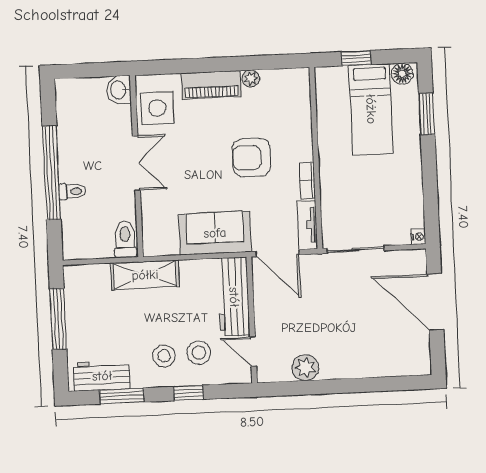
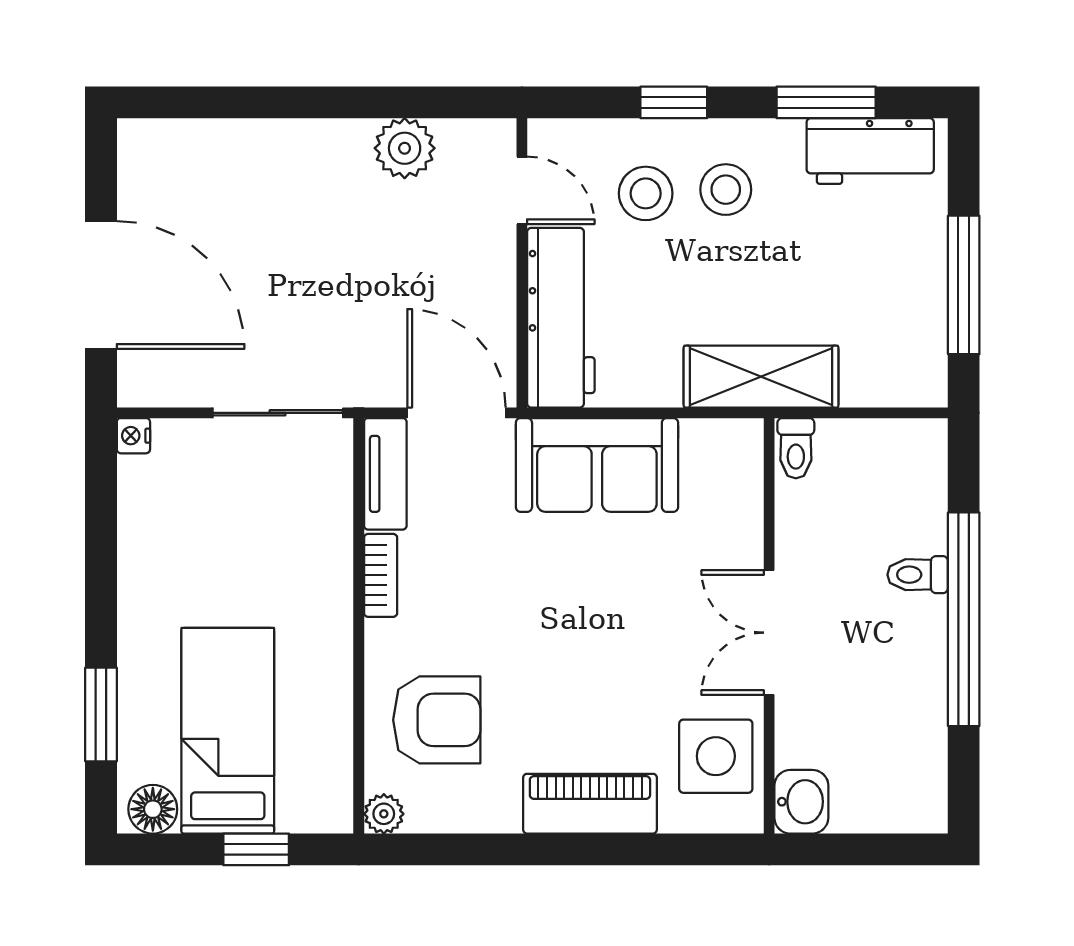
plant: (251, 79) -> (384, 814), moved
armchair: (251, 158) -> (437, 720), moved
toilet: (125, 239) -> (796, 448), width x0.73, depth x0.72

